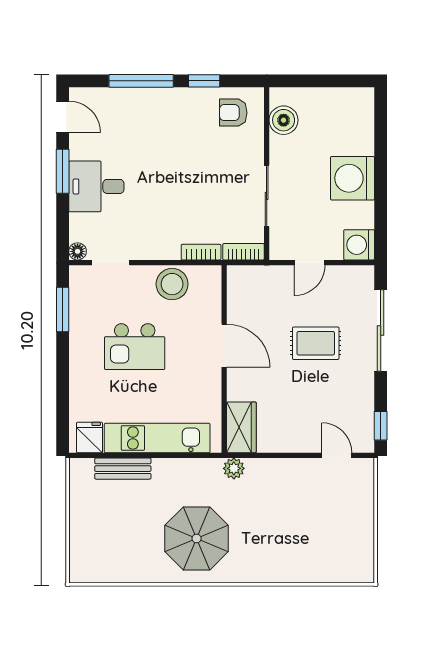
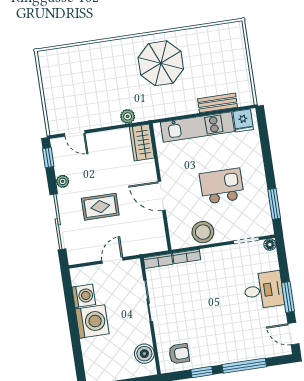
washing machine: (359, 245) -> (84, 296), moved
plant: (365, 388) -> (63, 181), added
plant: (234, 468) -> (128, 116), moved

